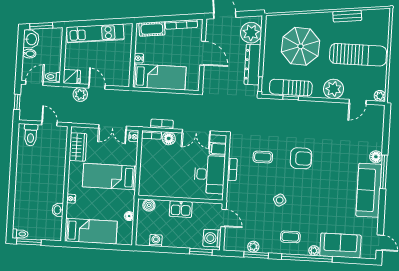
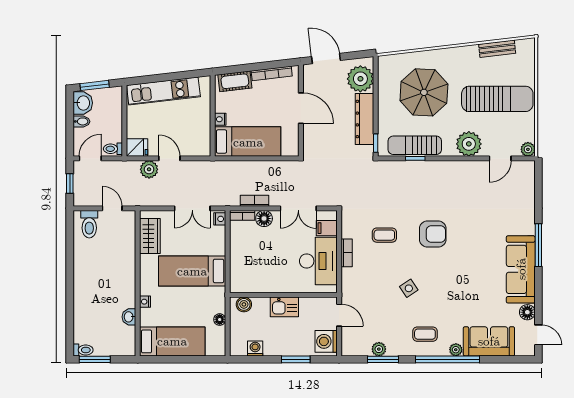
bench: (347, 16) -> (497, 49), moved
floor lamp: (376, 157) -> (527, 312), moved
window: (201, 252) -> (296, 359), moved

